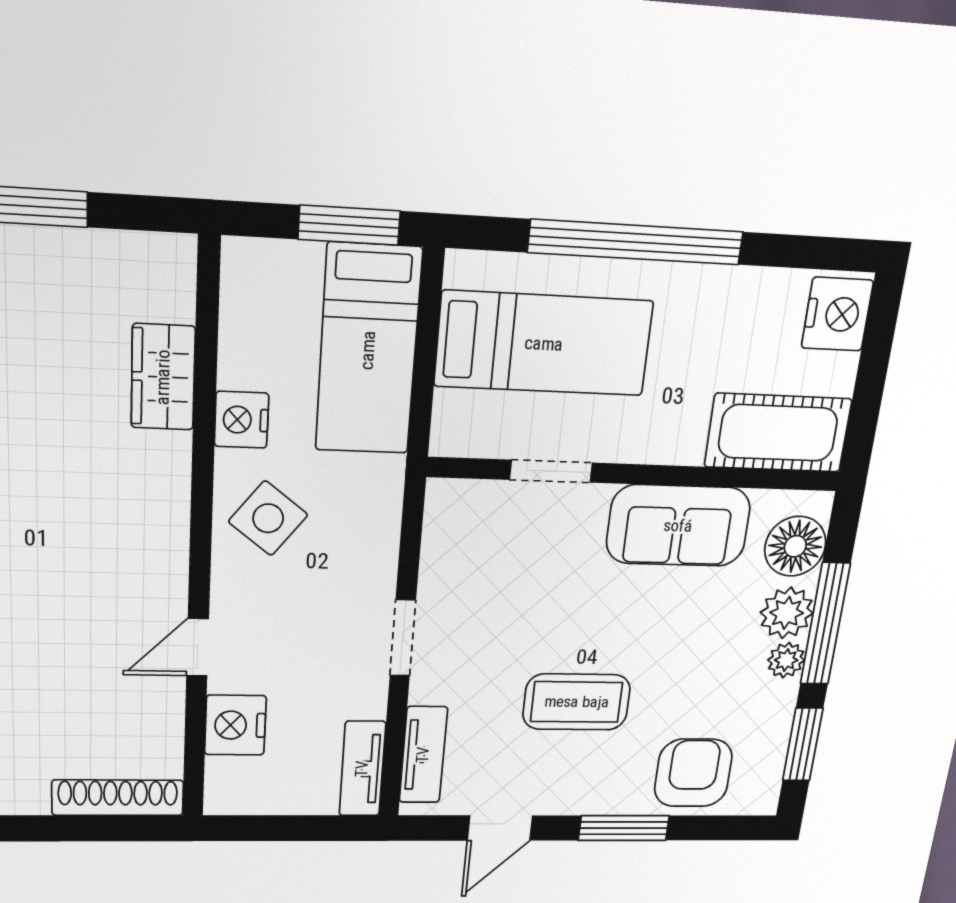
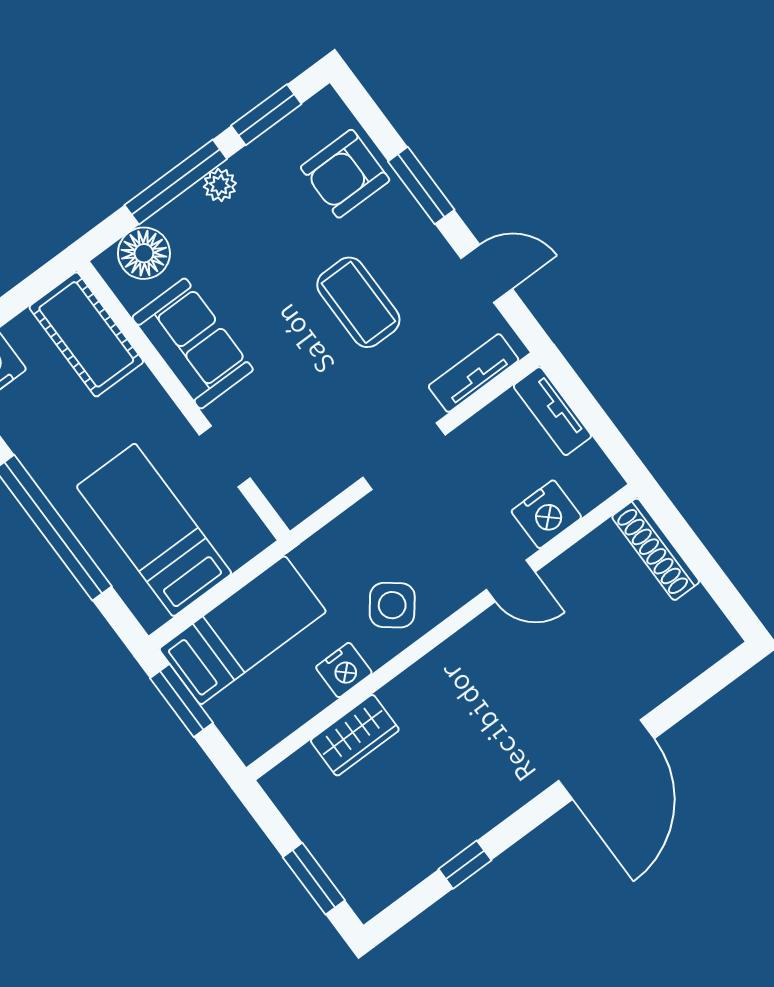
plant: (787, 613) -> (190, 216), removed
doorway: (403, 638) -> (404, 456), width x1.38
tv unit: (362, 769) -> (552, 411), moved, turned 90

